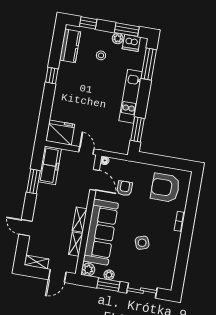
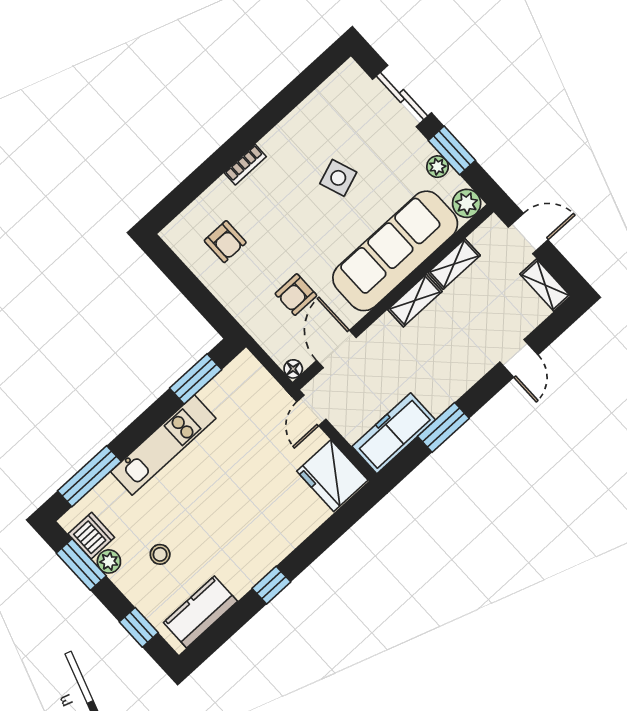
armchair: (165, 188) -> (225, 242), width x0.53, depth x0.53

